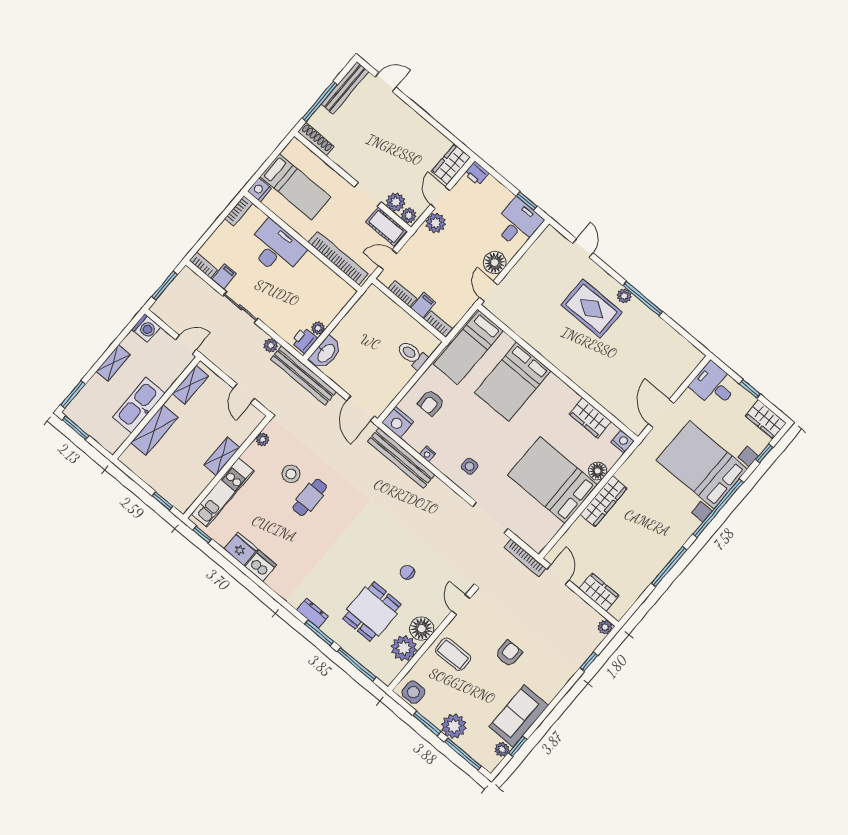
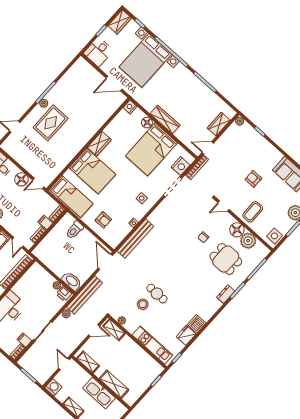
door: (360, 408) -> (105, 262), swing flipped
wardrobe: (590, 418) -> (99, 144), moved
nightstand: (398, 422) -> (181, 166), moved
shelving: (222, 456) -> (114, 330), moved

